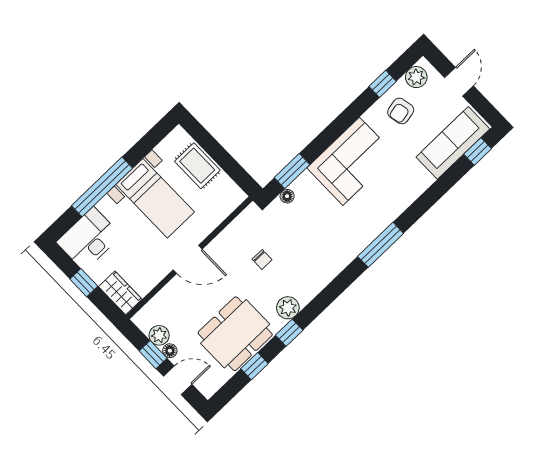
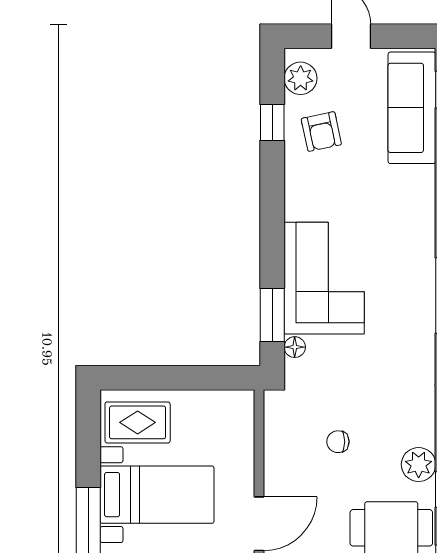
corner sofa: (351, 161) -> (324, 278), moved
rug: (197, 166) -> (138, 422), moved
chair: (262, 259) -> (338, 442), turned 180

